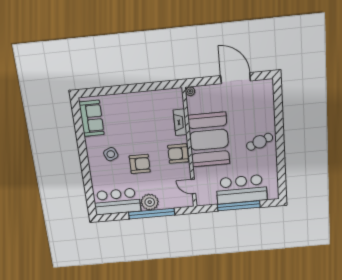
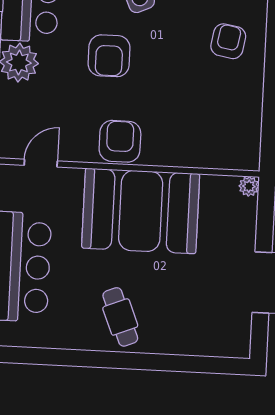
armchair: (123, 111) -> (228, 41), added
fireplace: (180, 122) -> (187, 156), removed

